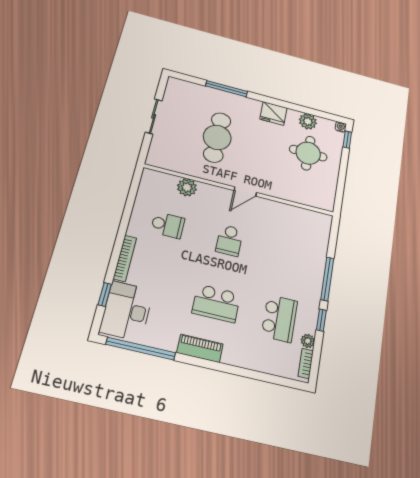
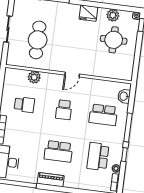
cafe table: (217, 137) -> (38, 40), moved
washbasin: (322, 232) -> (124, 96), added
school desk: (290, 255) -> (103, 115), added
school desk: (279, 318) -> (98, 156), turned 180

